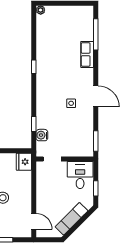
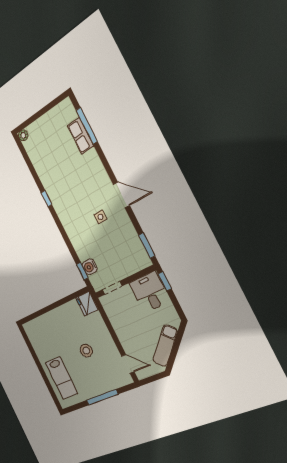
row of seats: (87, 54) -> (80, 136), moved
window: (34, 124) -> (82, 271), moved
window: (96, 188) -> (165, 281), moved

